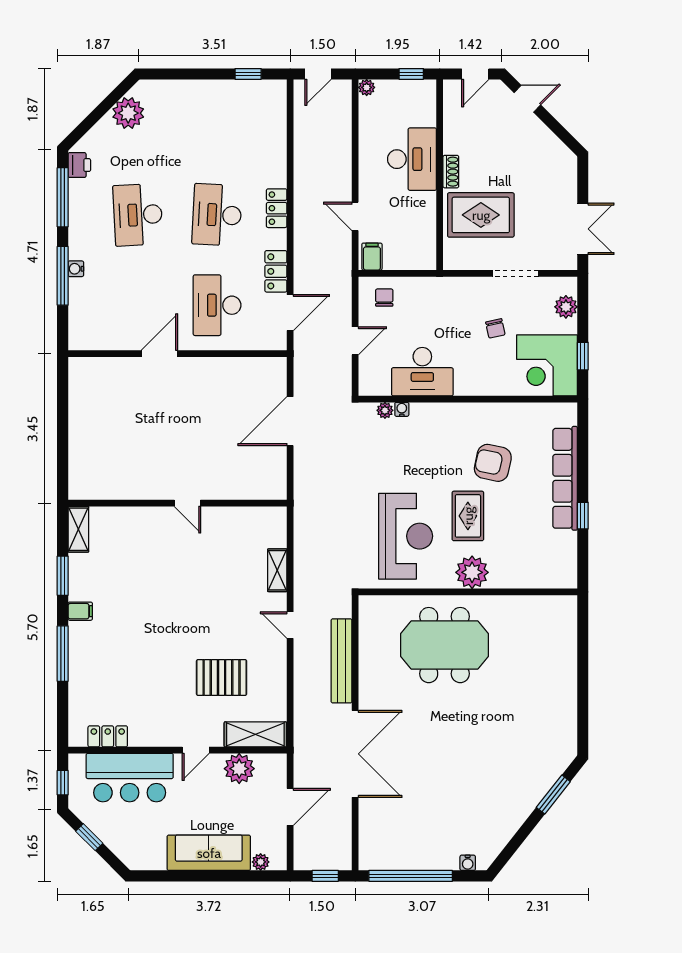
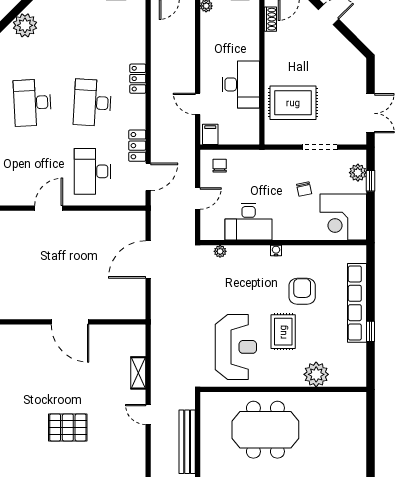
desk: (412, 159) -> (241, 84), moved
shoe rack: (451, 172) -> (270, 19), moved
locker: (277, 208) -> (138, 79), moved
window: (583, 356) -> (371, 181), moved
water cooler: (402, 409) -> (276, 251), moved
armchair: (493, 463) -> (302, 291), turned 78
door: (187, 503) -> (70, 322), width x1.88
plant: (472, 572) -> (316, 374), moved
pallet: (222, 677) -> (68, 427), moved

